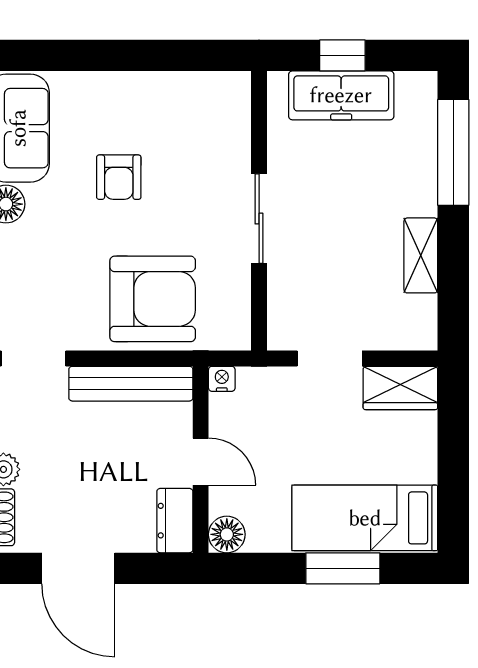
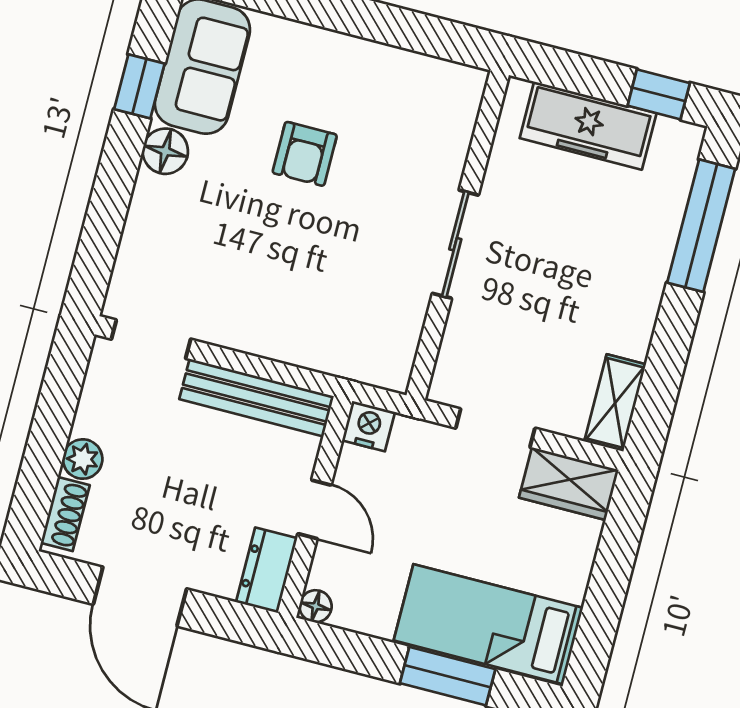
window: (342, 55) -> (659, 94), moved
shelving: (421, 255) -> (615, 403), moved
armchair: (153, 299) -> (307, 306), removed
nightstand: (222, 379) -> (369, 426), width x1.39, depth x1.35
floor lamp: (227, 534) -> (316, 606), width x0.73, depth x0.73

